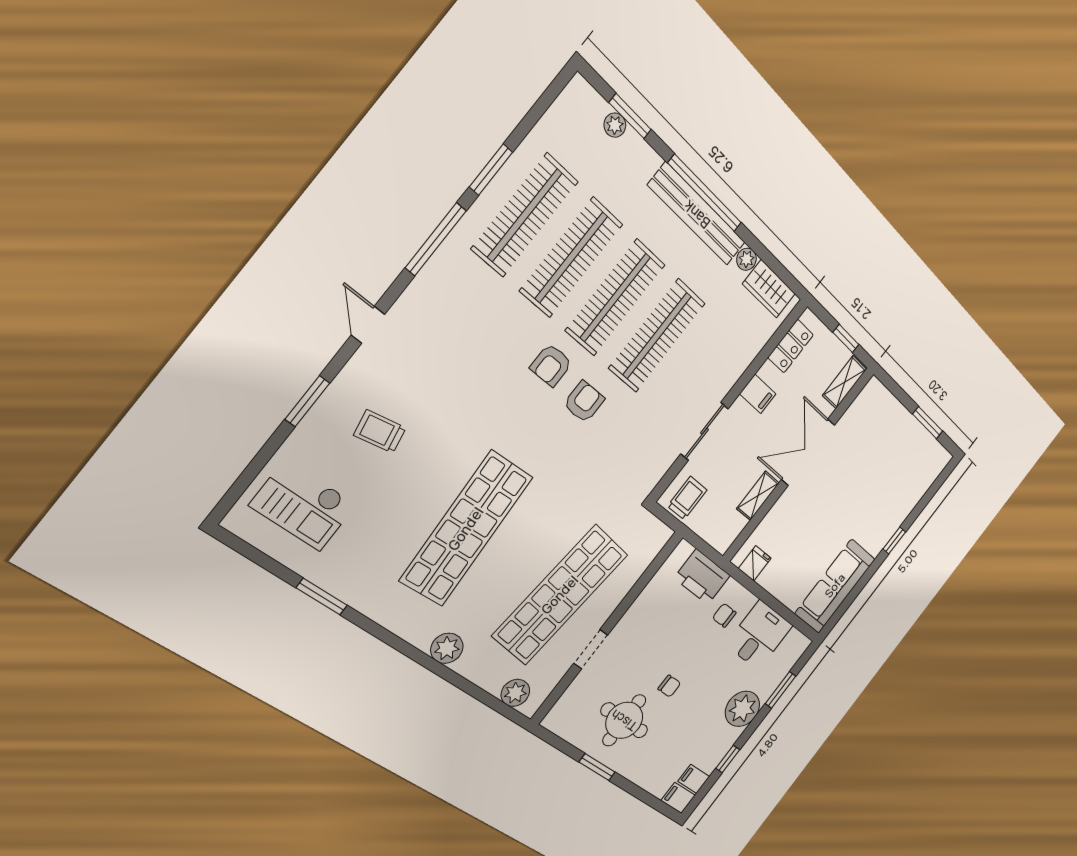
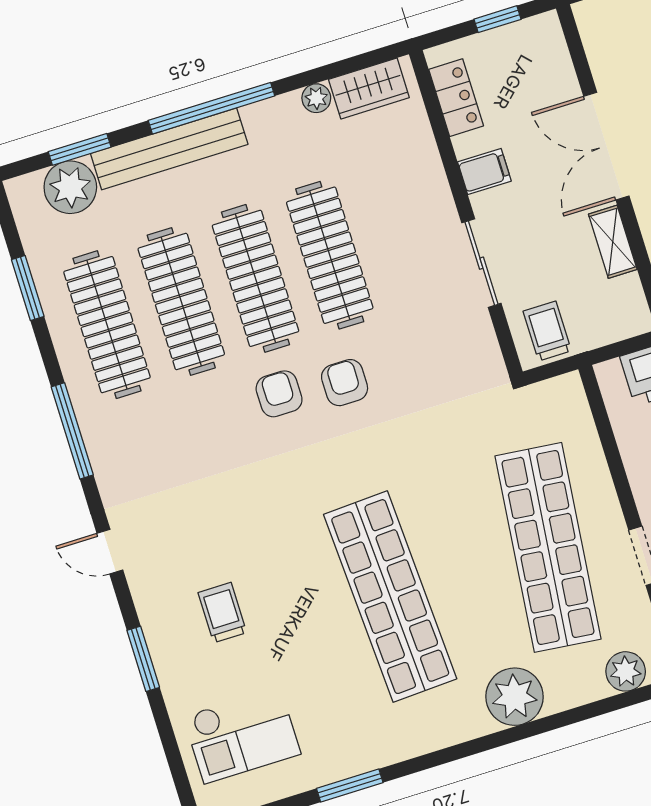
plant: (615, 125) -> (70, 187), width x1.88, depth x1.88
window: (491, 170) -> (28, 288), moved
bench: (697, 214) -> (169, 149), moved
armchair: (551, 365) -> (279, 394), turned 180
shelving: (845, 382) -> (552, 50), removed
trolley: (380, 432) -> (222, 613), turned 101
plant: (447, 648) -> (515, 697), width x1.36, depth x1.36

